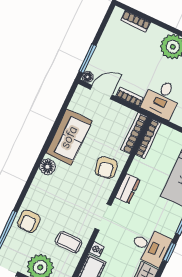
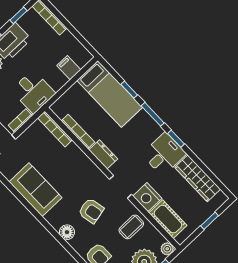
bookcase: (148, 139) -> (78, 132), moved
floor lamp: (48, 167) -> (67, 232), moved
armchair: (106, 168) -> (91, 211), moved
nightstand: (97, 249) -> (147, 197), width x1.89, depth x1.79

